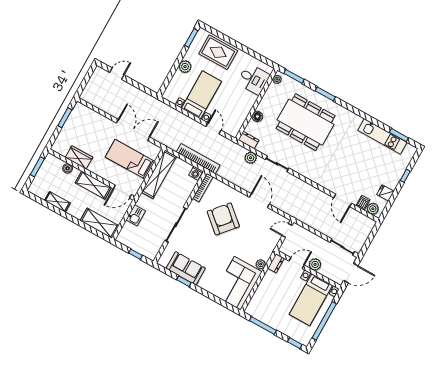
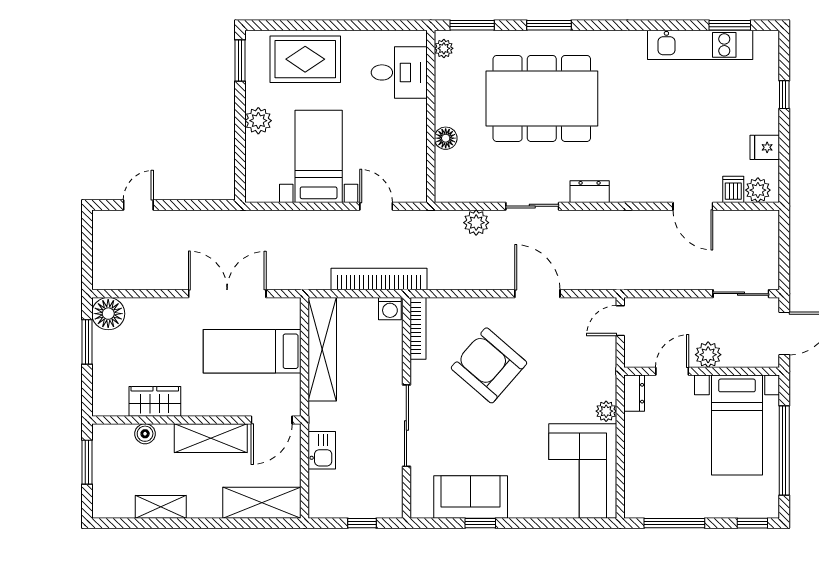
floor lamp: (80, 111) -> (108, 314), added
dresser: (249, 140) -> (590, 192), moved

